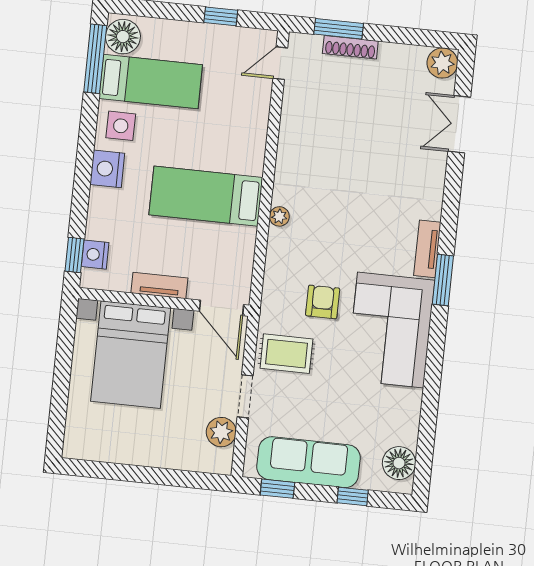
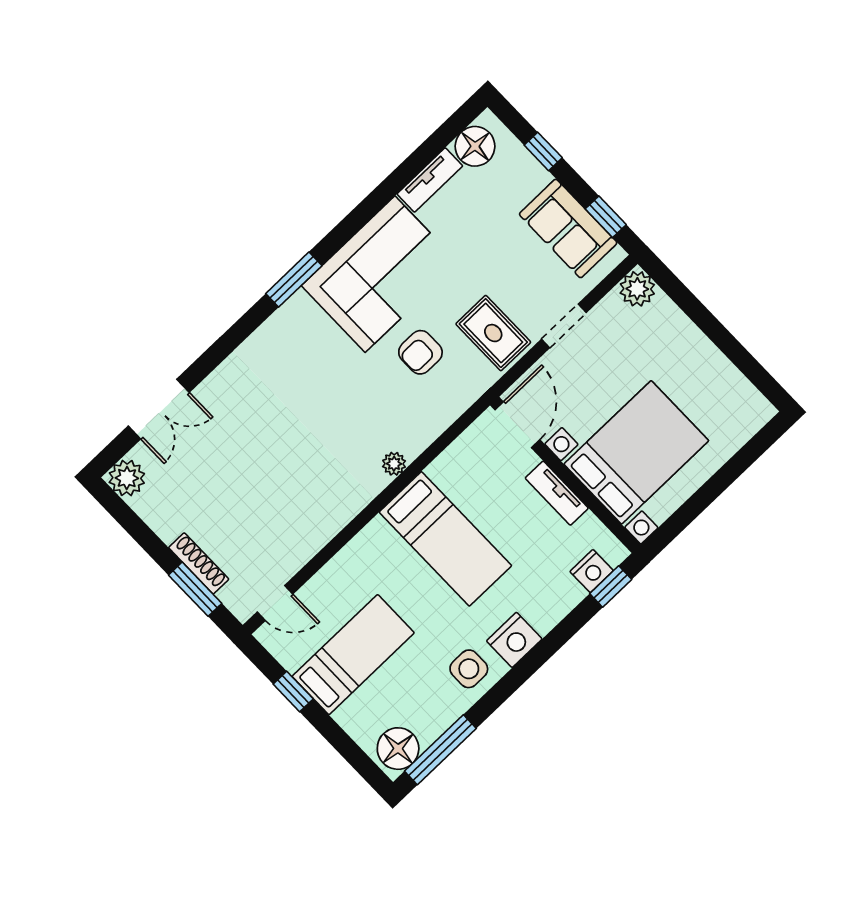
bed: (151, 82) -> (353, 655), moved, turned 90
tv unit: (427, 249) -> (430, 180), moved
plant: (221, 432) -> (637, 289), moved
sofa: (309, 462) -> (568, 228), width x0.73

